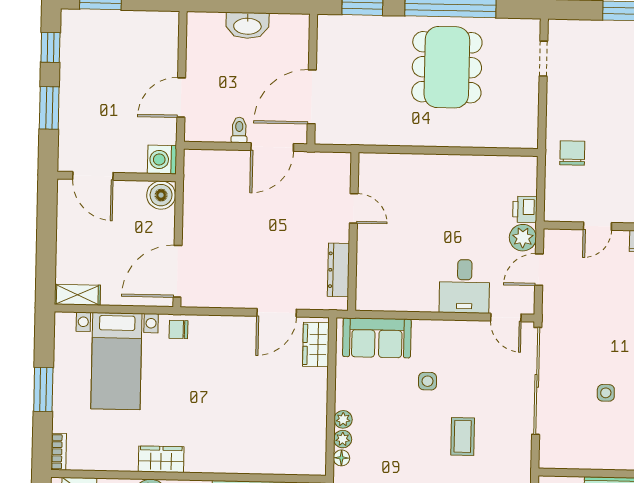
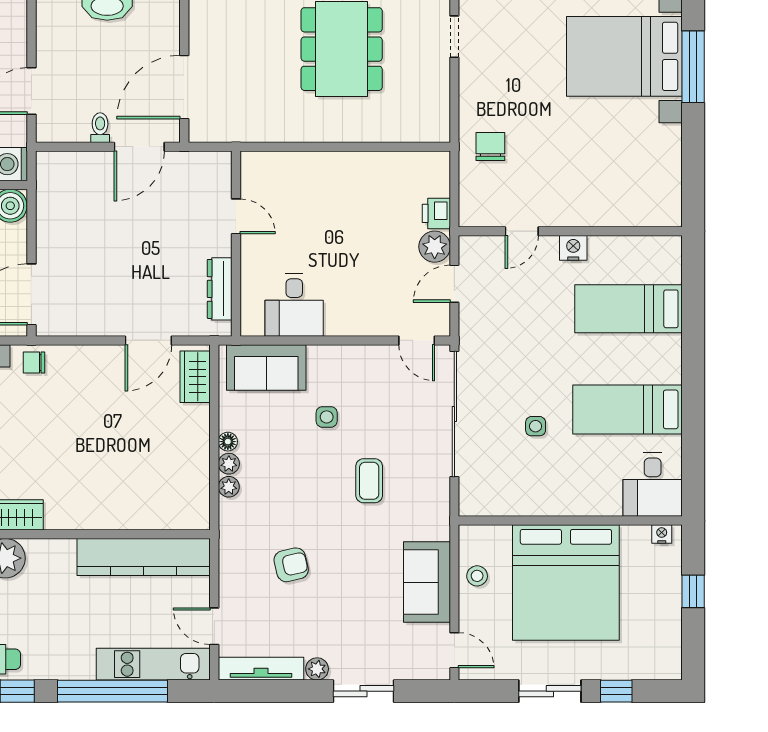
desk: (464, 286) -> (294, 305), moved
floor lamp: (341, 458) -> (228, 442), moved

